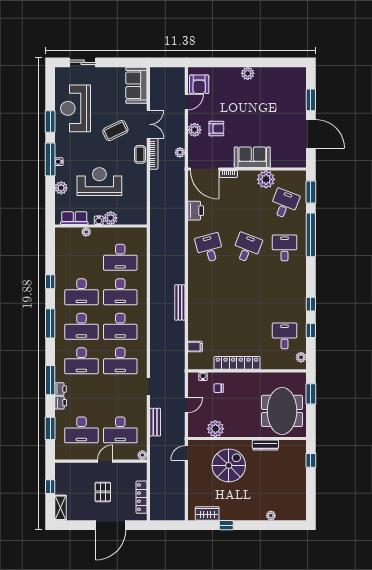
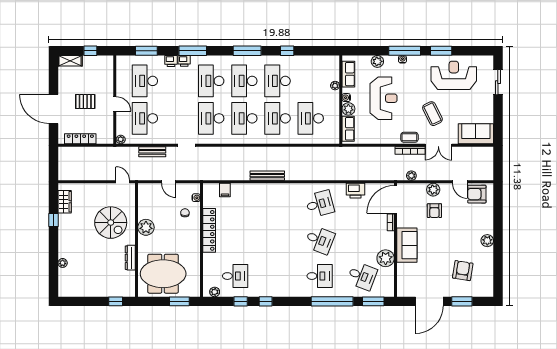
armchair: (279, 99) -> (463, 271), added
row of seats: (131, 218) -> (348, 129), added
plant: (215, 429) -> (146, 227), moved

